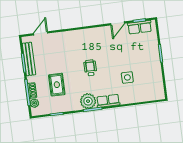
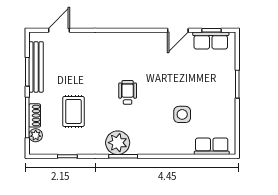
row of seats: (108, 101) -> (212, 146), moved

